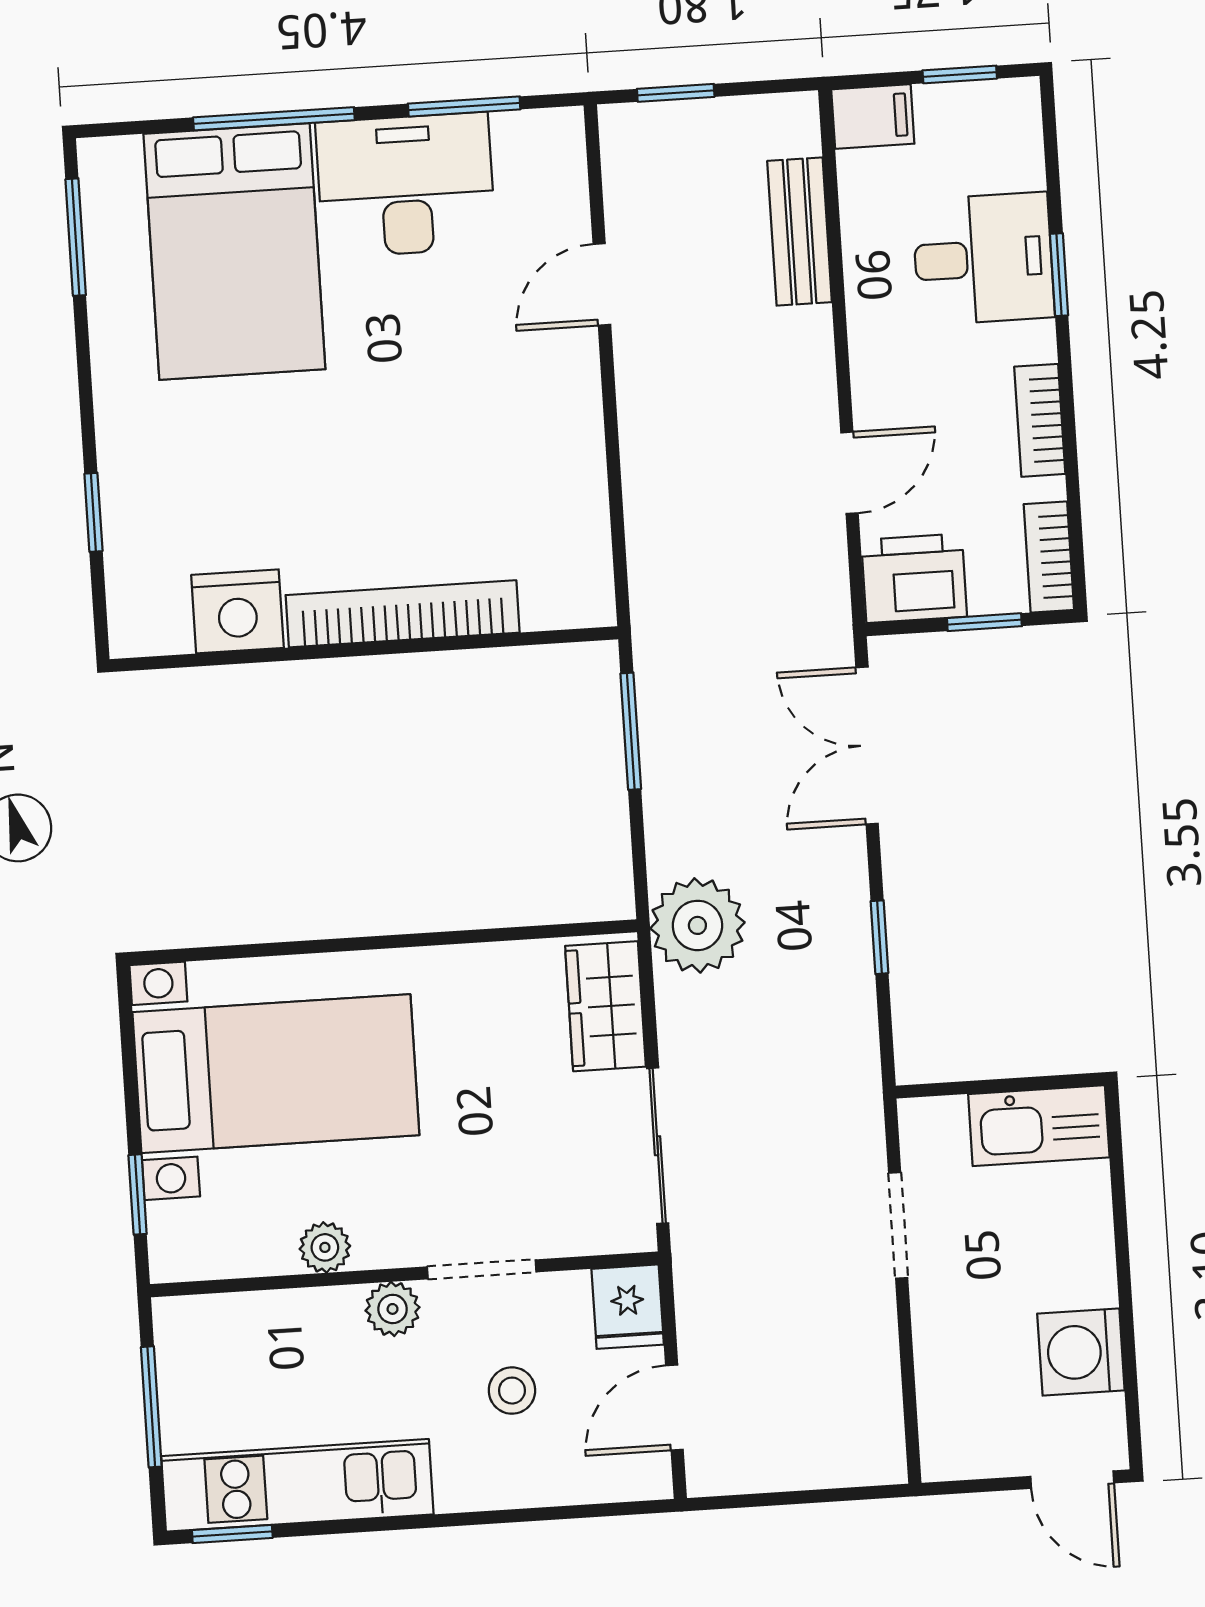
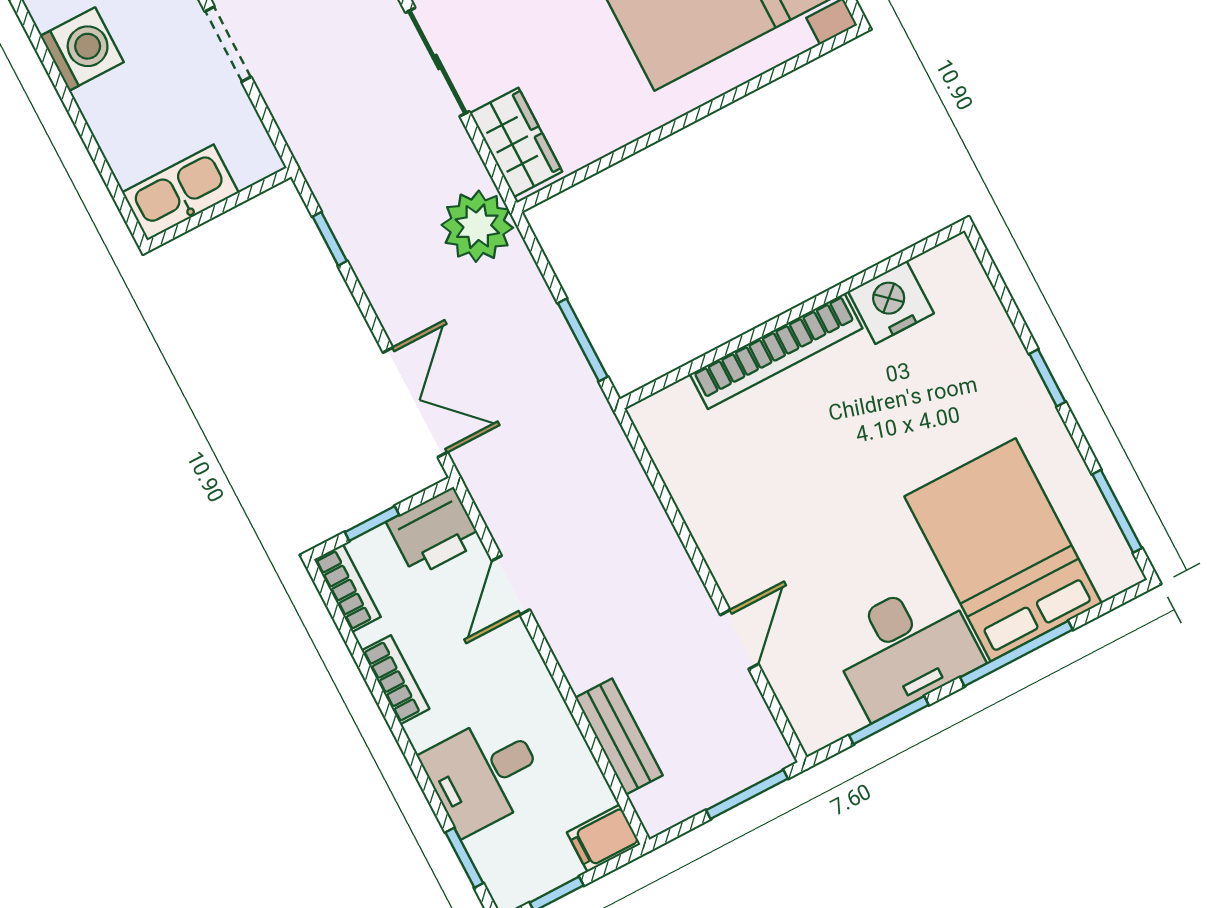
window: (676, 93) -> (747, 794), width x1.50
window: (1059, 275) -> (464, 858), moved
window: (93, 512) -> (1047, 378), moved
window: (879, 937) -> (330, 239), moved
doorway: (898, 1225) -> (228, 44), moved

